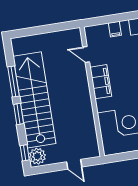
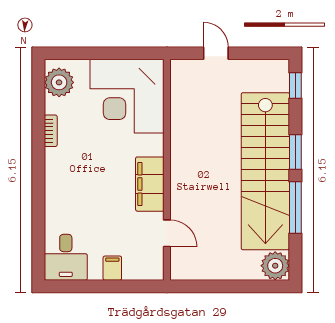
plant: (37, 156) -> (275, 266), moved

